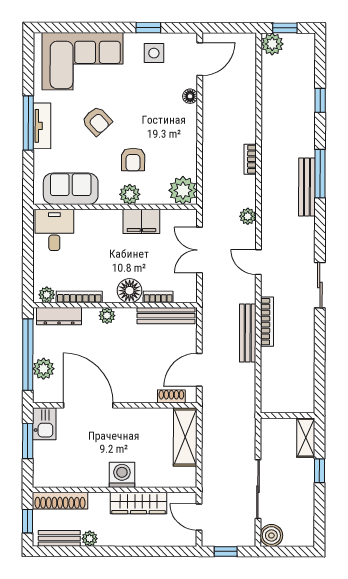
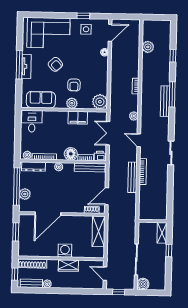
window: (285, 28) -> (155, 17), removed
plant: (272, 44) -> (148, 47), moved
printer: (185, 294) -> (100, 156), added
door: (88, 405) -> (48, 214), swing flipped
kitchen sink: (44, 424) -> (25, 223), removed
wardrobe: (138, 503) -> (68, 266), width x0.67

